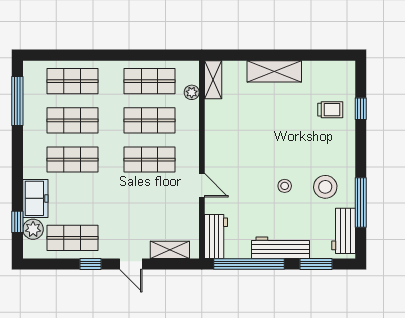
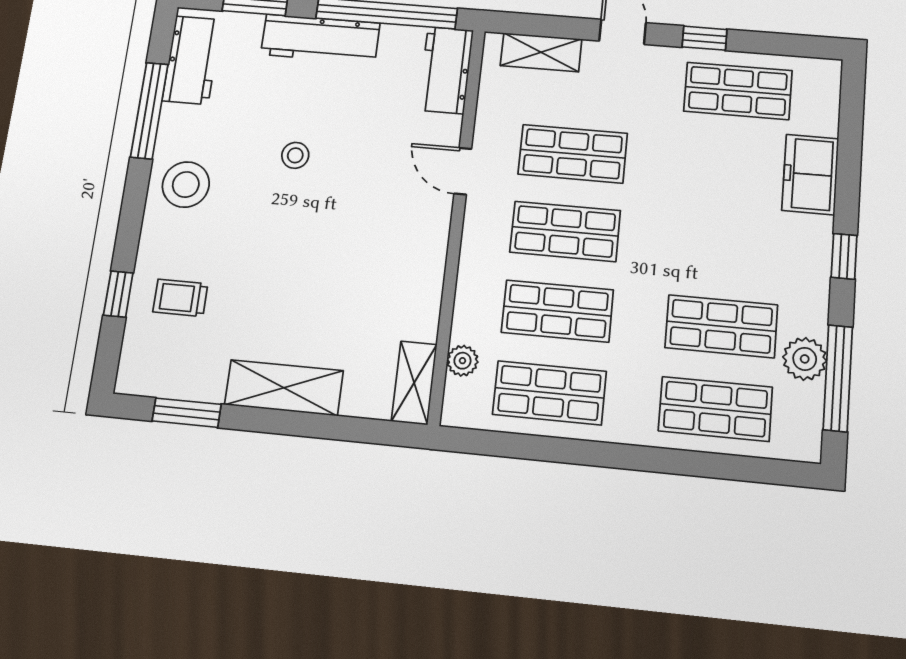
window: (319, 55) -> (187, 413), added
shop shelf: (72, 160) -> (573, 154), moved
stool: (325, 187) -> (186, 185), moved
window: (17, 222) -> (844, 256), moved
plant: (33, 229) -> (805, 359), moved

